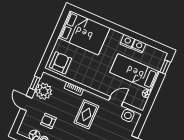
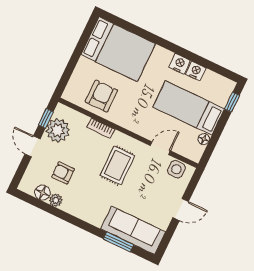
armchair: (60, 63) -> (101, 96), moved

